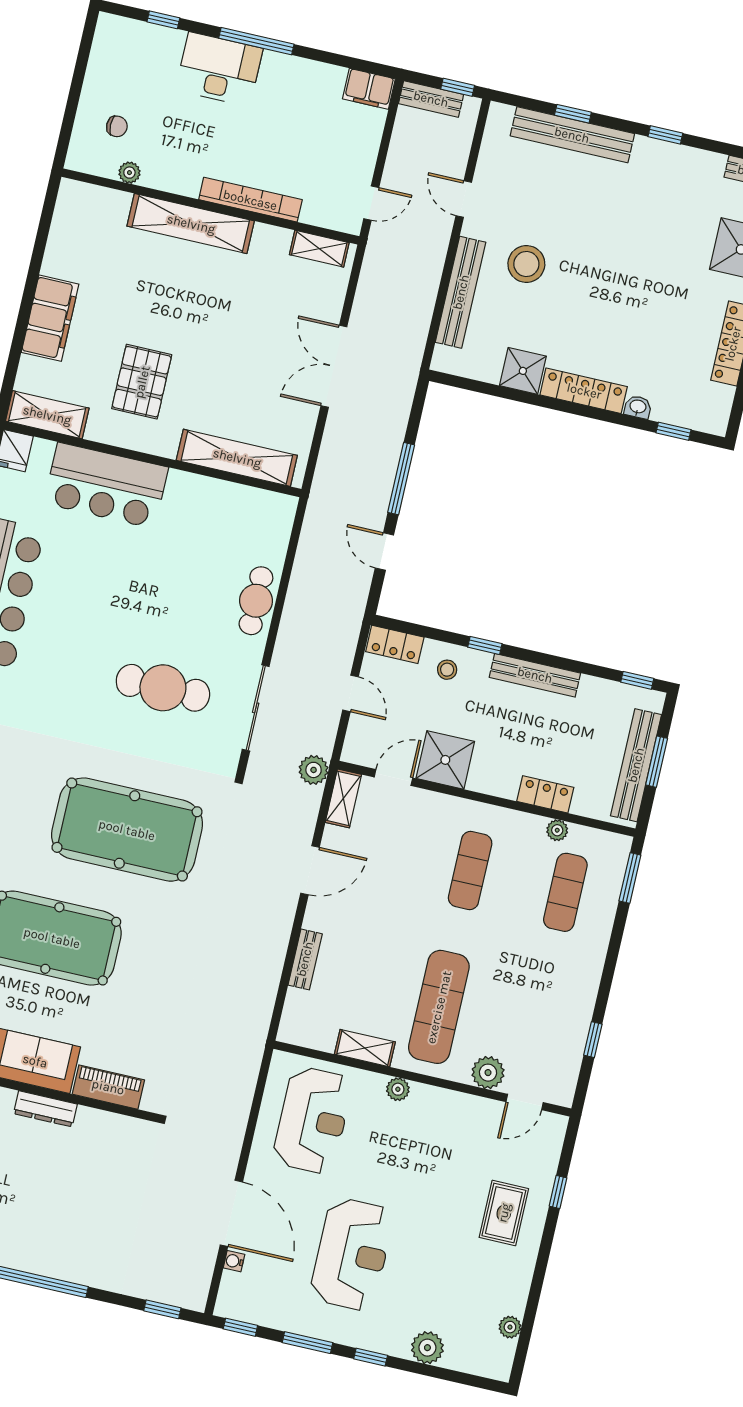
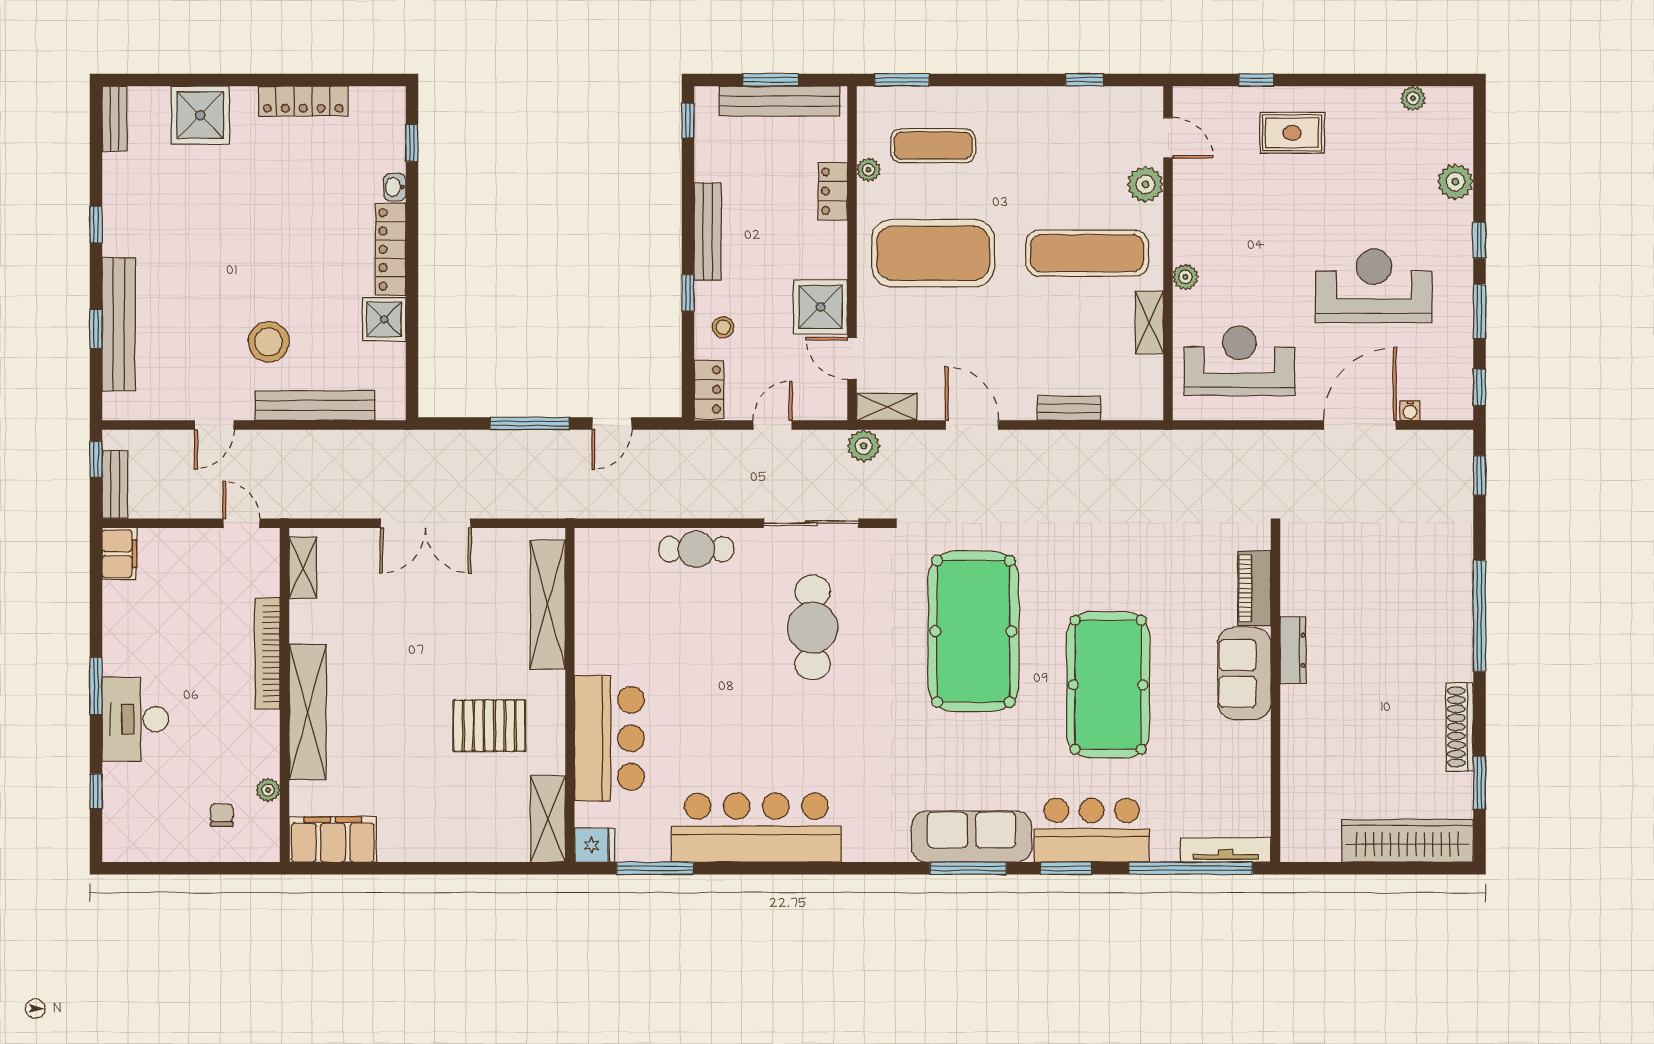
window: (256, 41) -> (96, 686), width x0.69
filing cabinet: (50, 318) -> (333, 839), moved
exercise mat: (470, 871) -> (933, 253), width x2.00, depth x1.45

